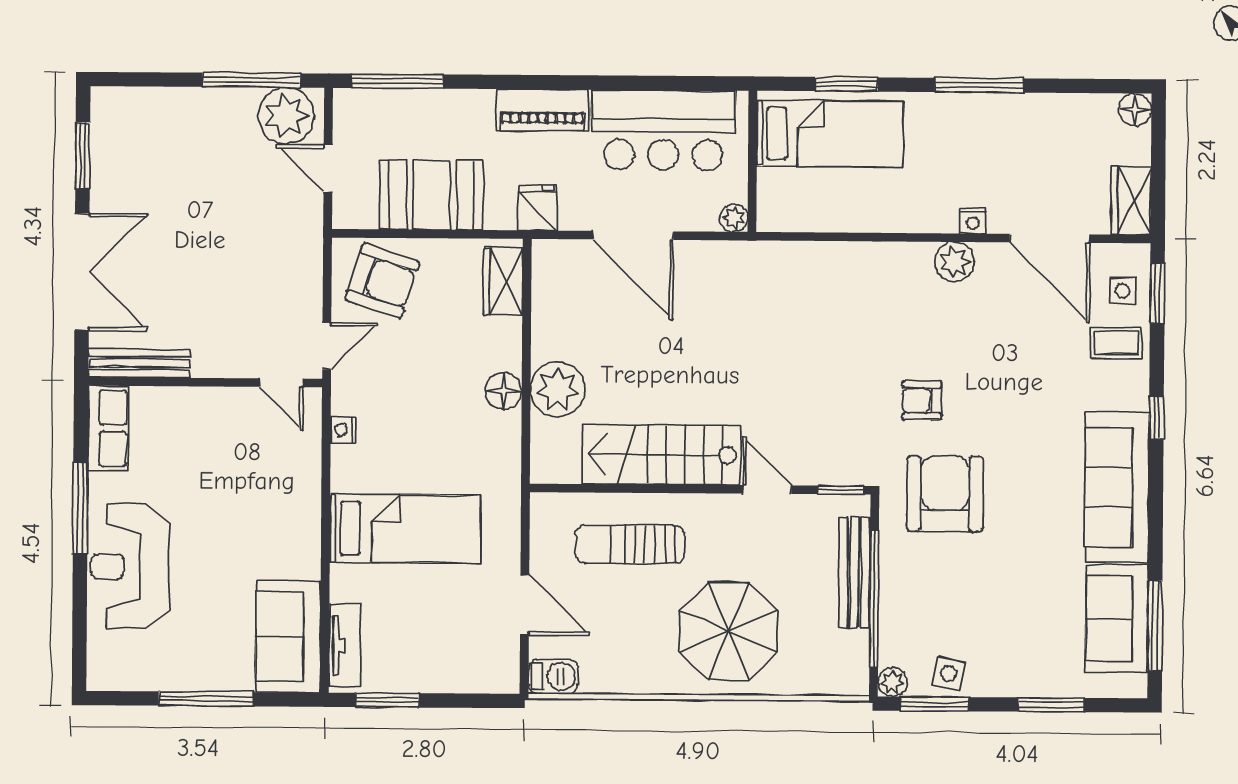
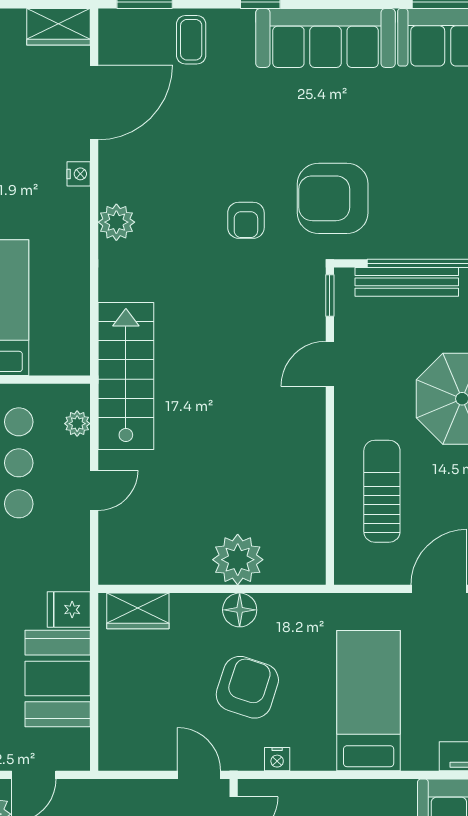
fridge: (538, 208) -> (69, 610), moved
plant: (734, 218) -> (77, 424), moved
door: (633, 235) -> (94, 490), width x0.53
plant: (955, 262) -> (116, 222), moved
armchair: (382, 281) -> (247, 687), moved
side table: (1122, 291) -> (142, 34), removed
stairs: (661, 455) -> (126, 376), moved, turned 180
sun lounger: (630, 544) -> (382, 491), turned 180

